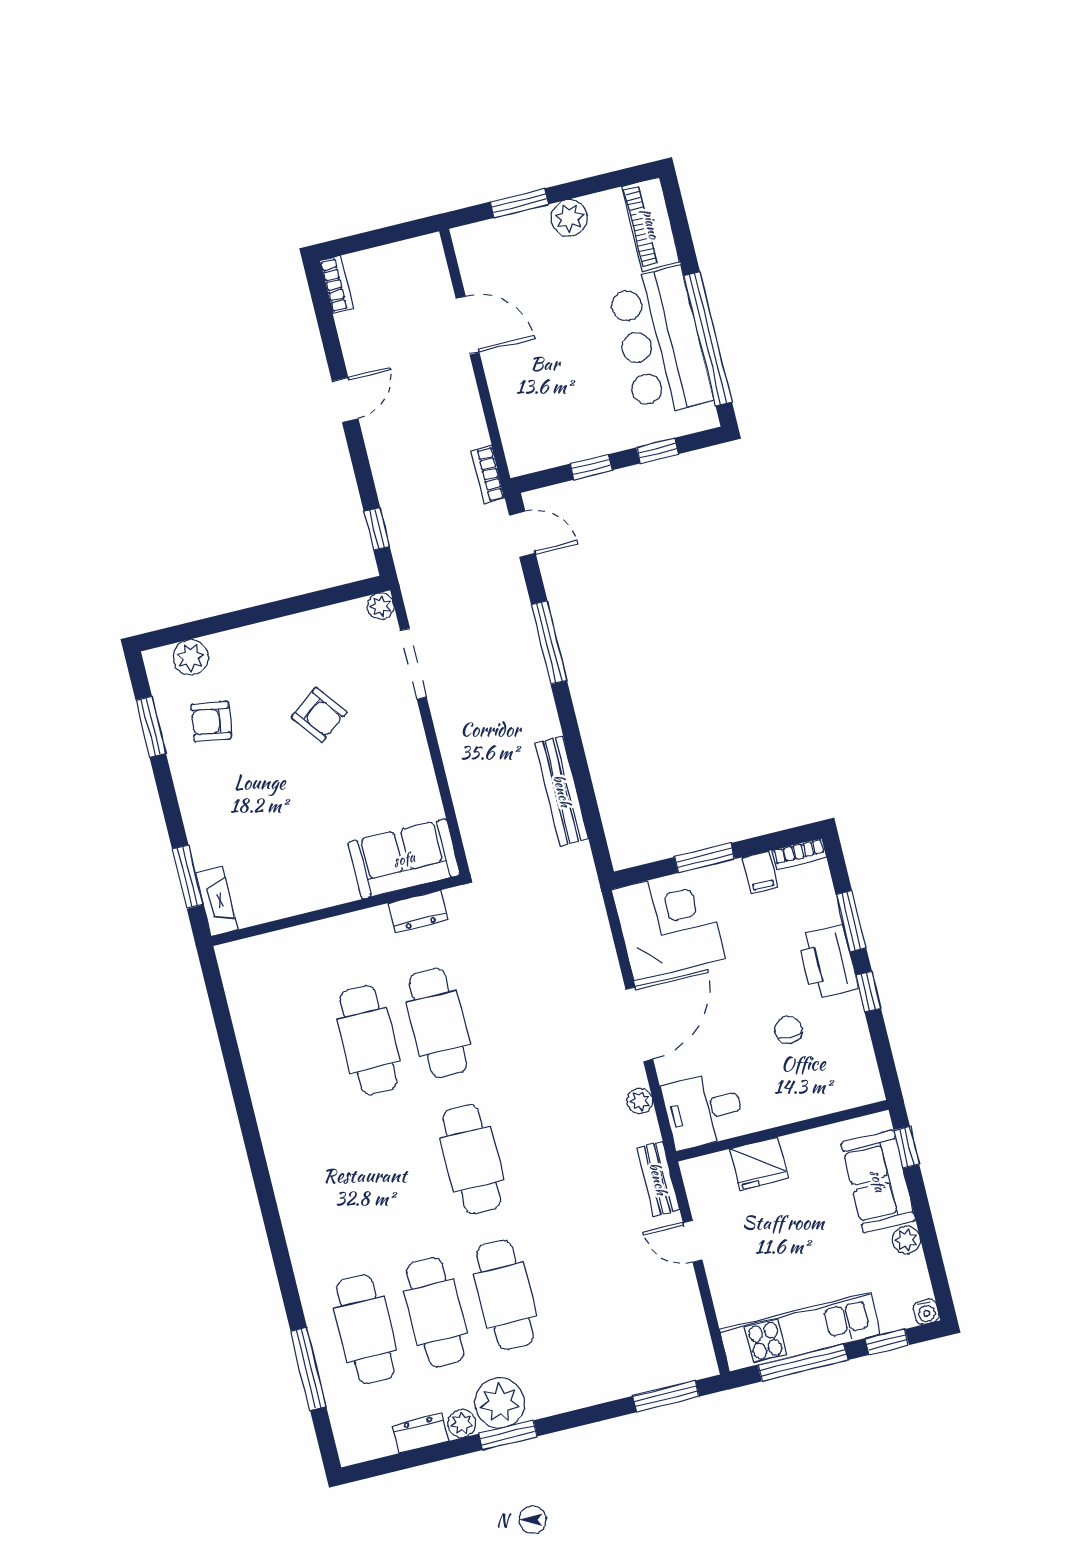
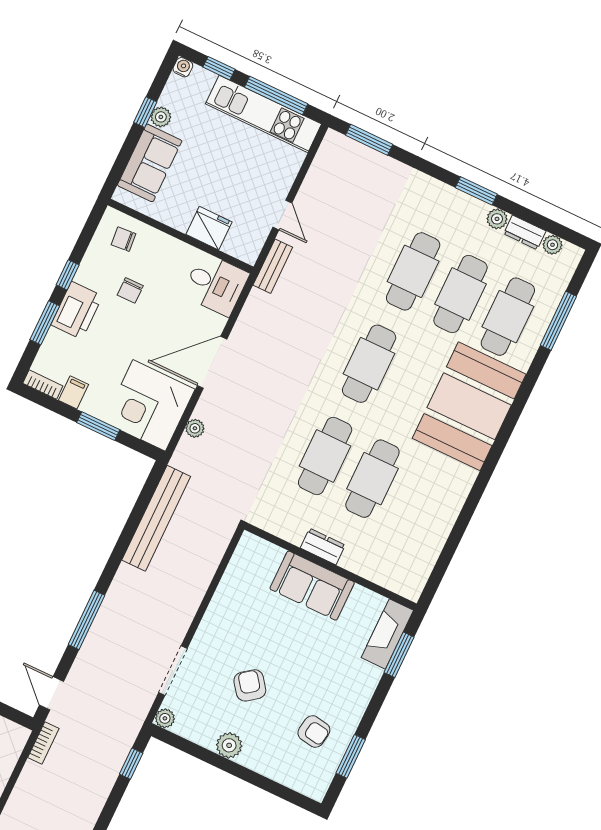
plant: (191, 657) -> (229, 745), moved
bench: (562, 791) -> (156, 518), width x1.37, depth x1.21
sofa: (404, 859) -> (312, 586), moved
fireplace: (217, 901) -> (387, 634), width x1.37, depth x1.32
dresser: (418, 911) -> (323, 547), moved
chair: (840, 1078) -> (123, 239), added
plant: (640, 1101) -> (195, 428), moved
window: (906, 1147) -> (145, 112), moved
booth: (329, 1201) -> (469, 406), added
plant: (500, 1403) -> (552, 245), moved, width x0.53, depth x0.53

